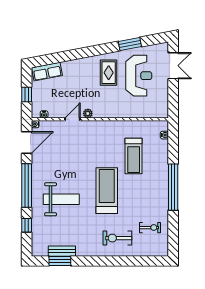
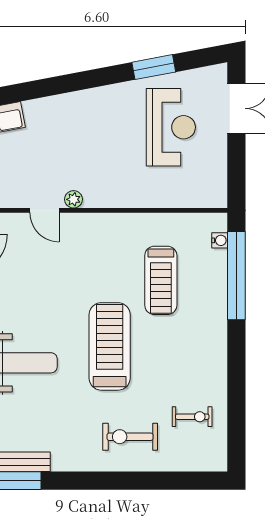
rug: (109, 73) -> (113, 122), removed
door: (73, 119) -> (44, 210), swing flipped
window: (173, 187) -> (236, 276), moved

